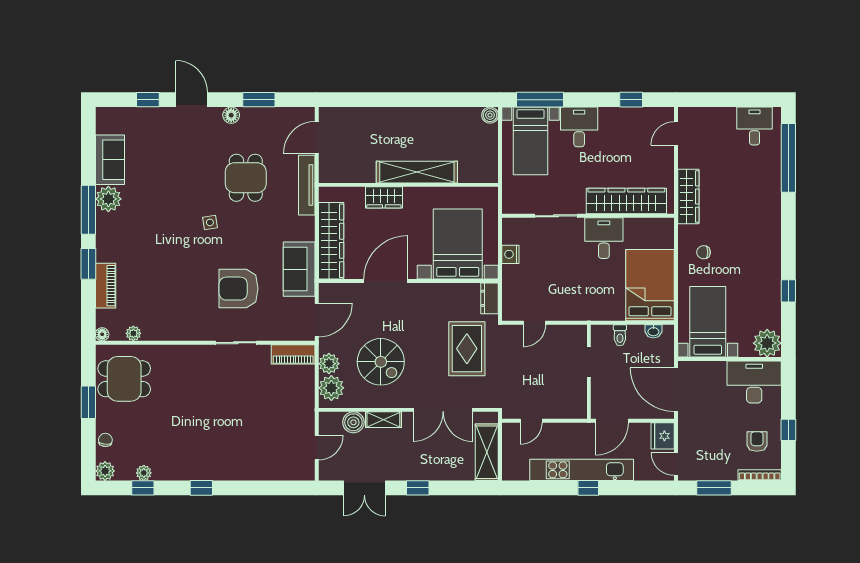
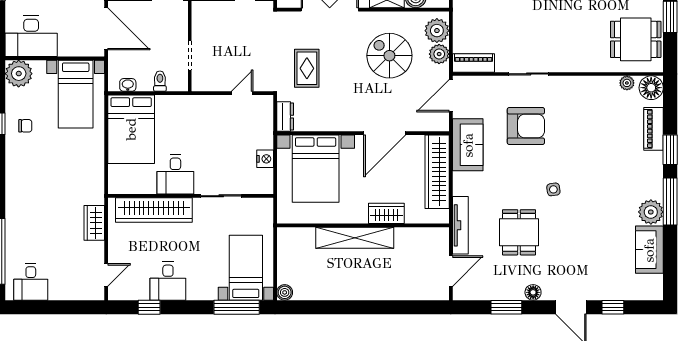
desk: (579, 127) -> (168, 281), moved
wardrobe: (688, 197) -> (94, 223), width x0.67
chair: (704, 252) -> (25, 126), moved
floor lamp: (102, 334) -> (651, 88), width x1.89, depth x1.89
rug: (467, 349) -> (307, 68), width x0.73, depth x0.70

